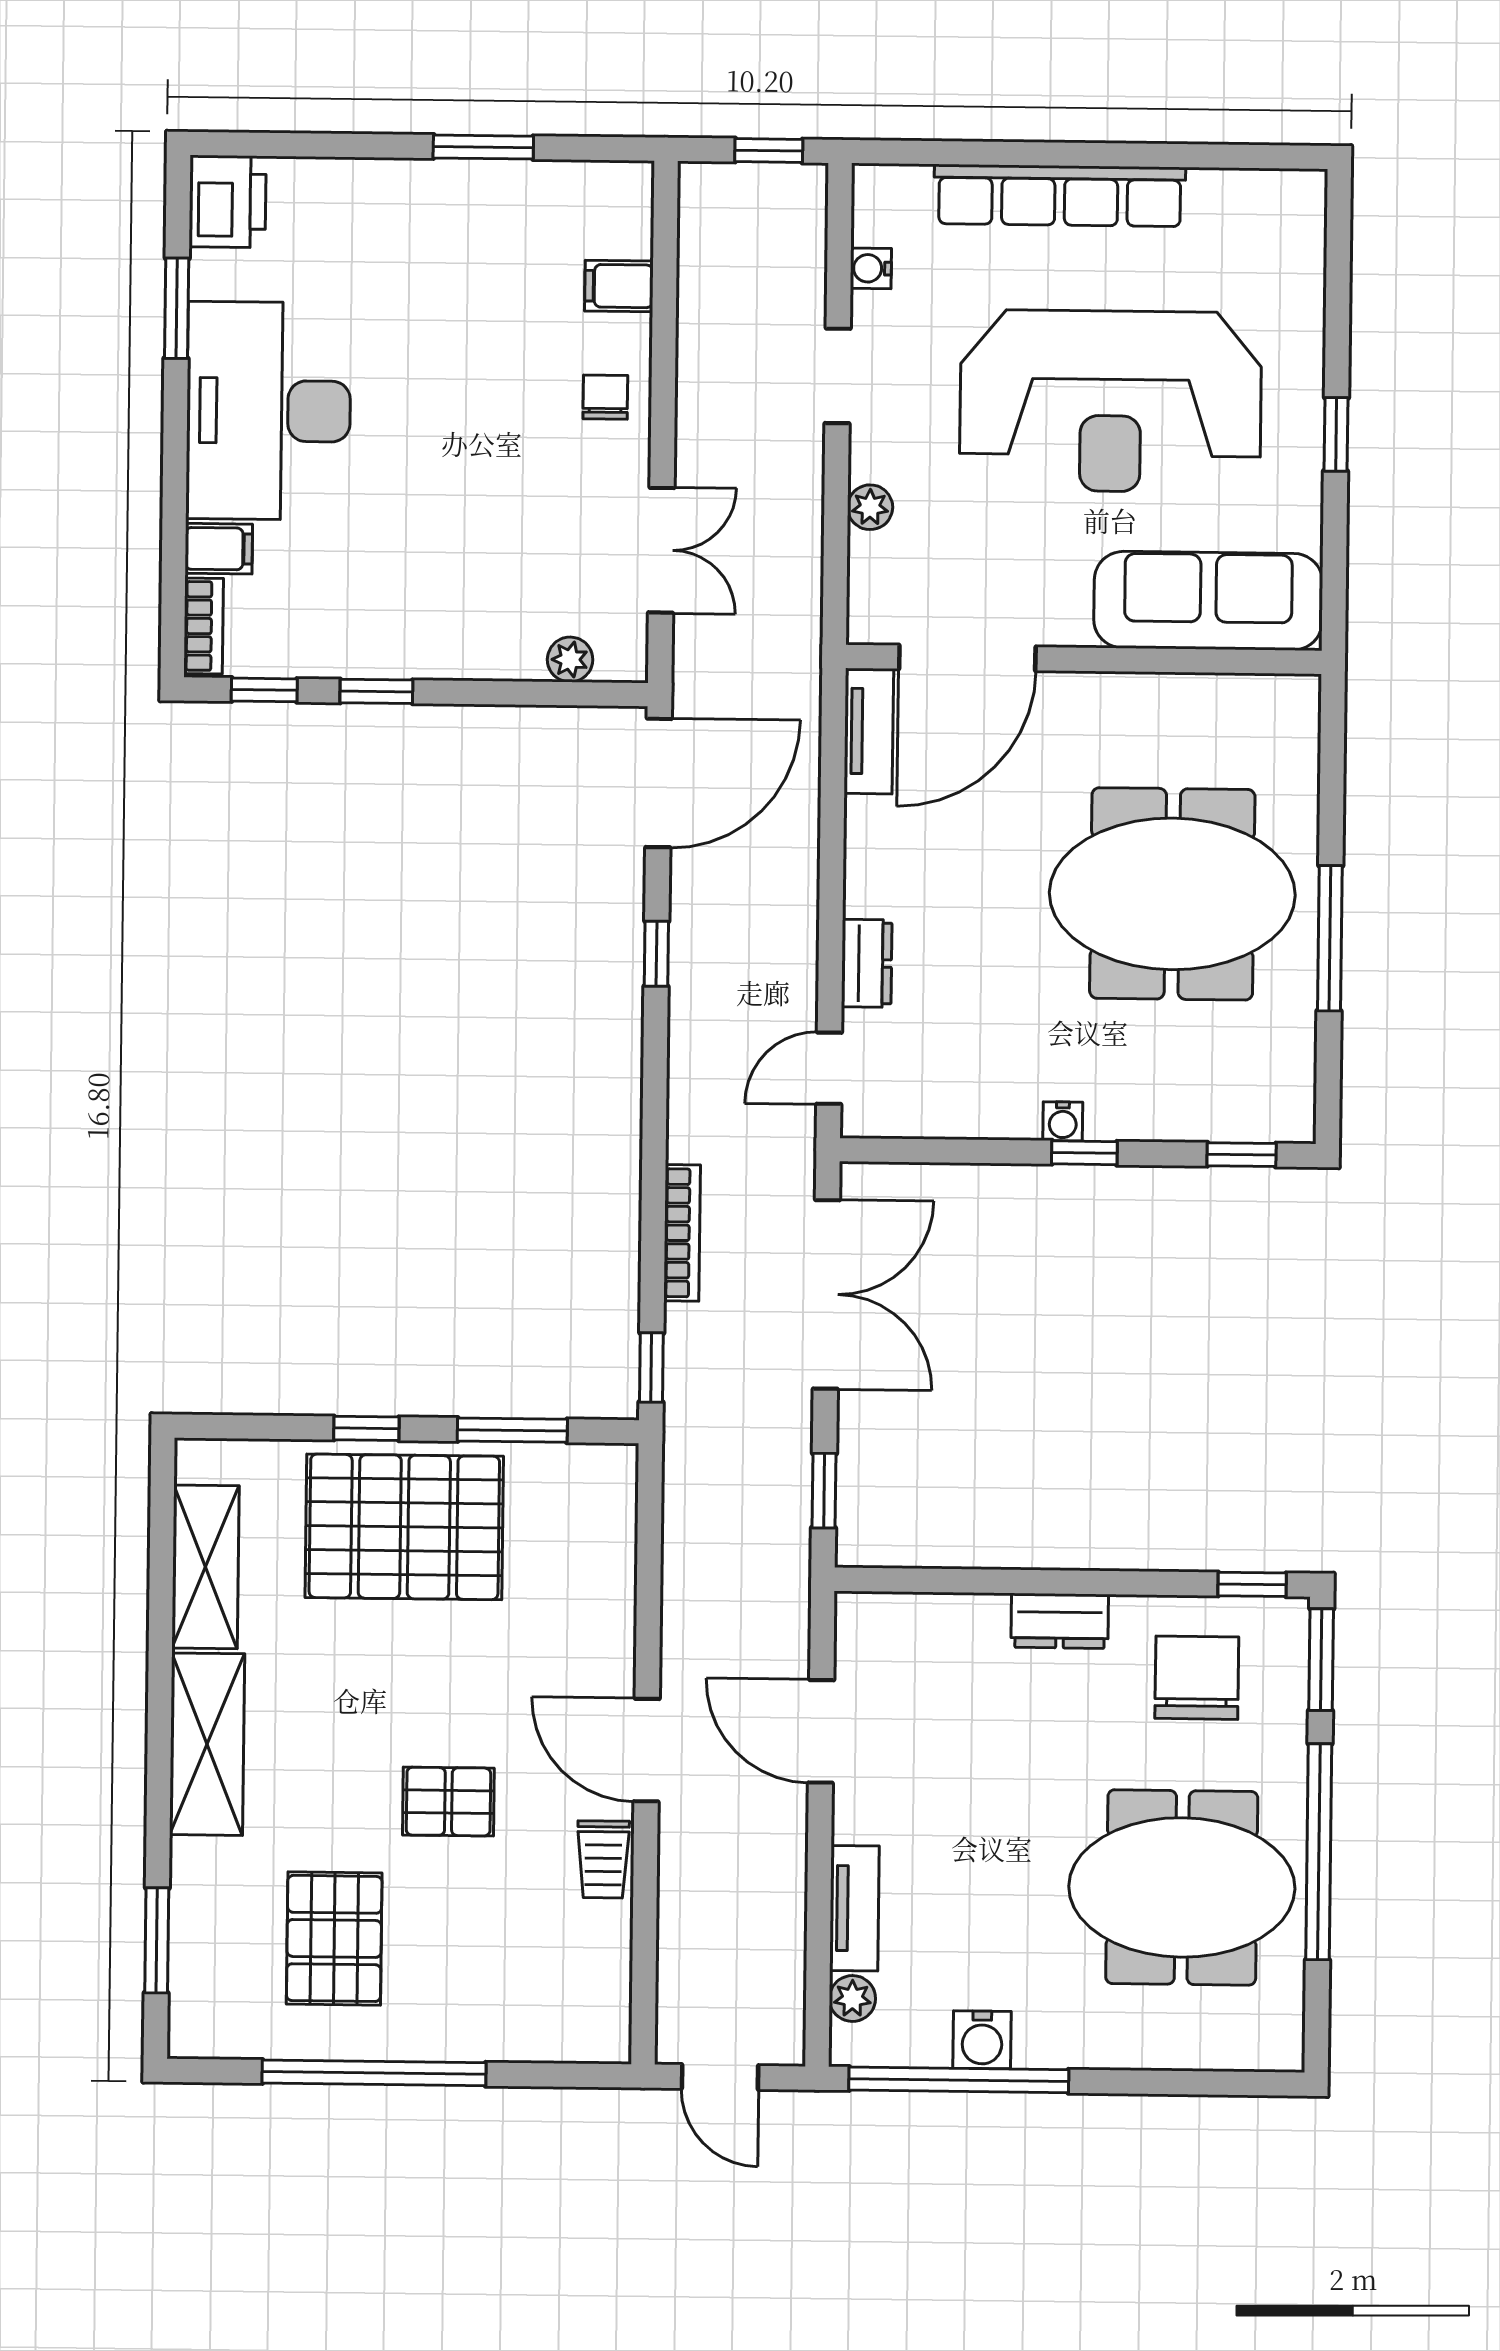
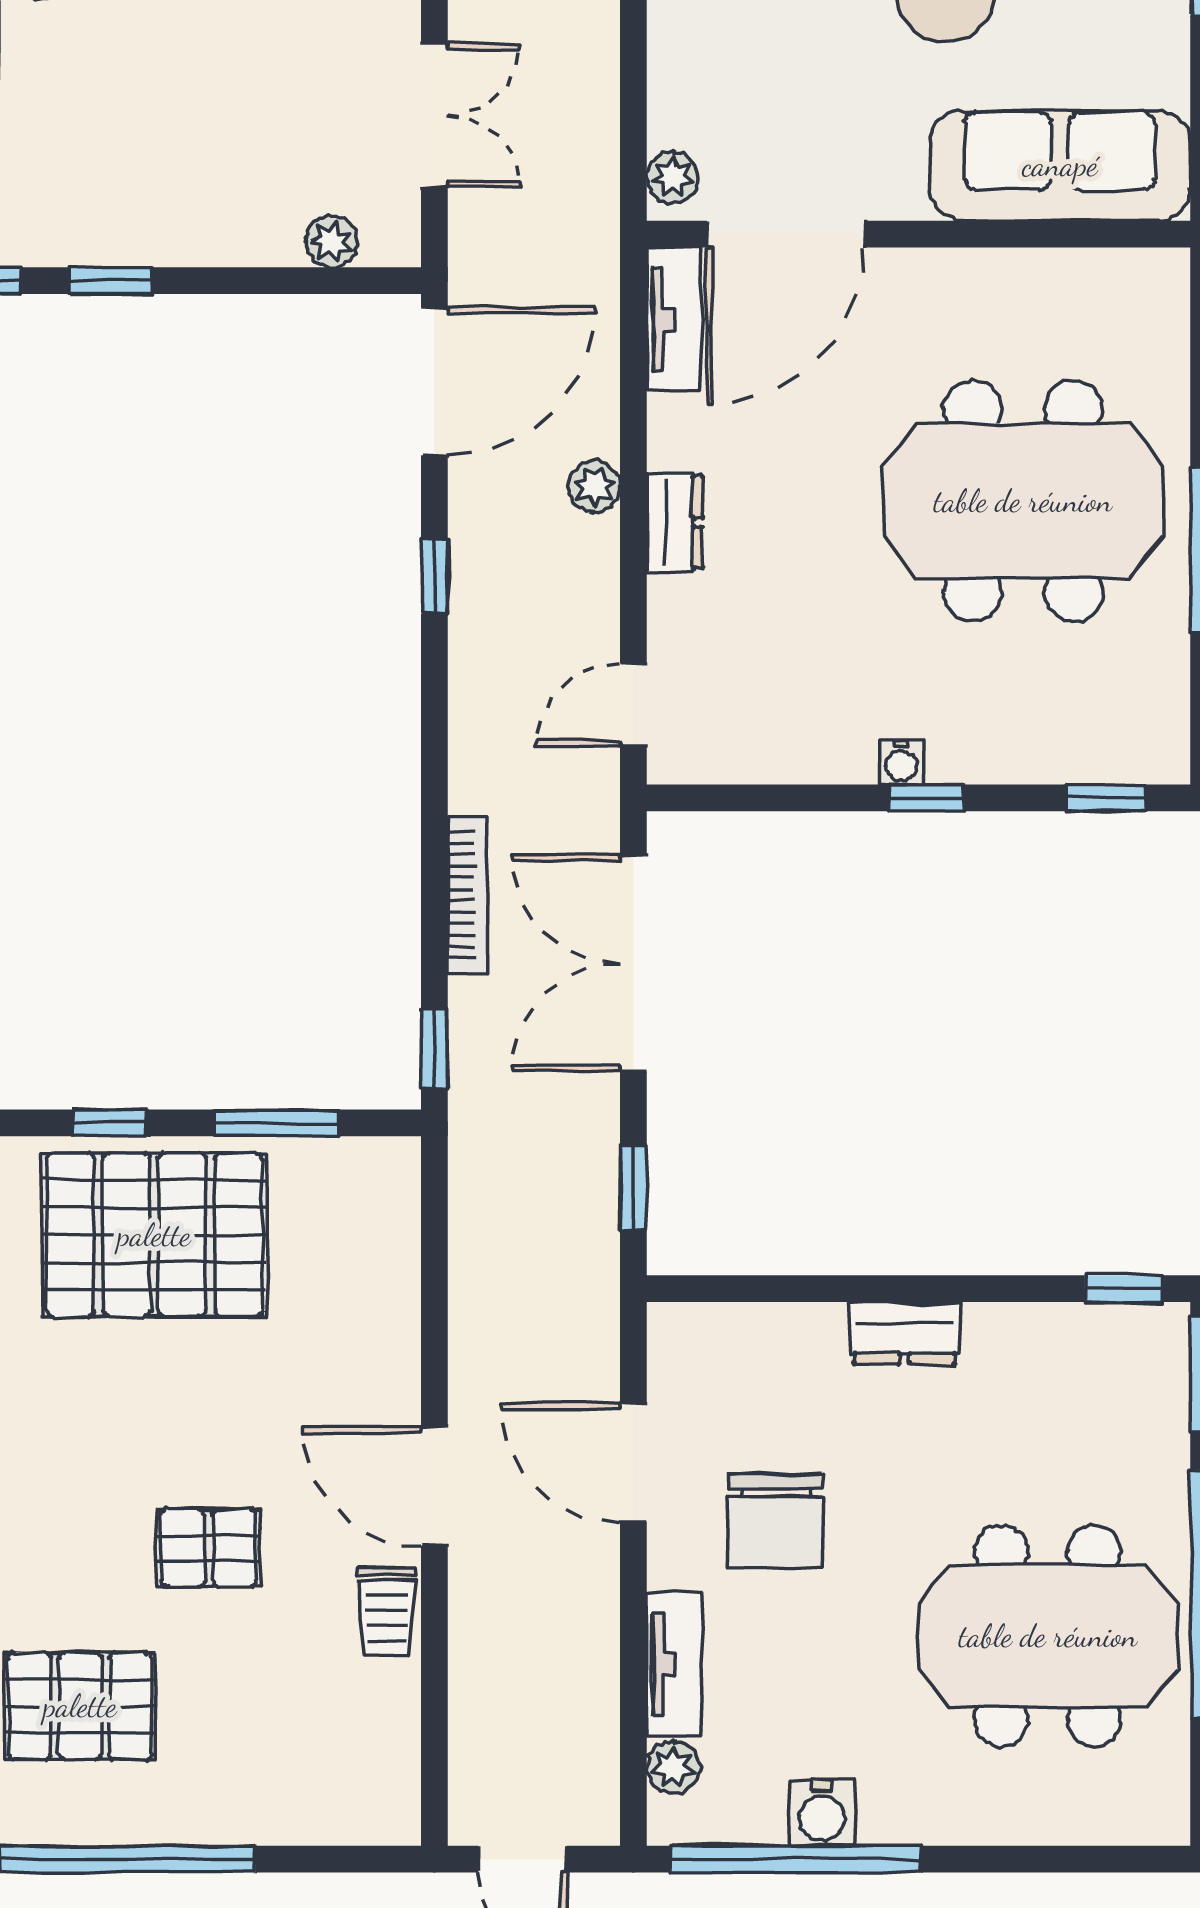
plant: (870, 507) -> (672, 178), moved
plant: (797, 877) -> (594, 487), added
dresser: (867, 963) -> (675, 522), moved
double door: (826, 1294) -> (633, 963), swing flipped
chair: (1197, 1678) -> (776, 1521), moved, turned 180
pallet: (334, 1938) -> (80, 1706), turned 90

